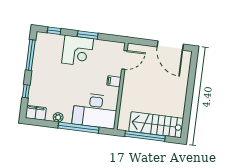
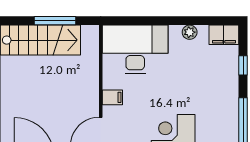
window: (79, 128) -> (157, 21), removed
window: (145, 136) -> (55, 21), width x0.68

